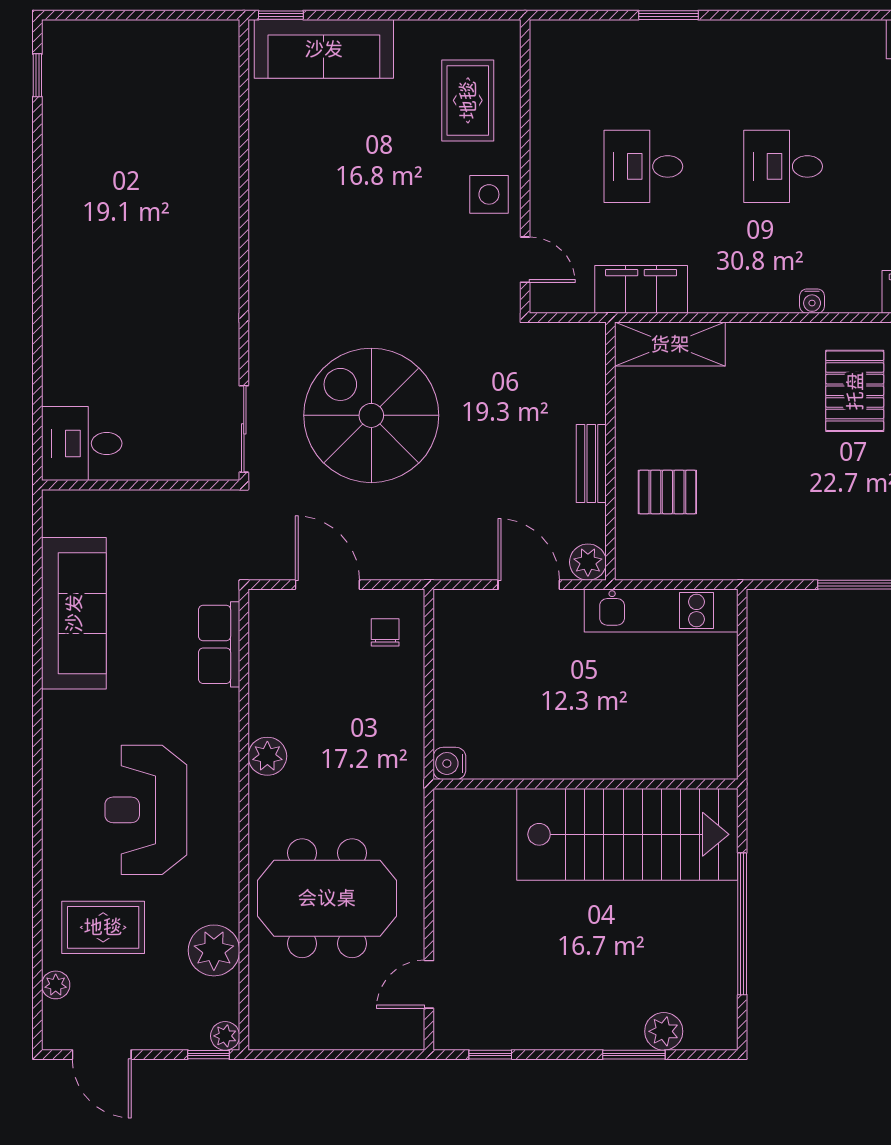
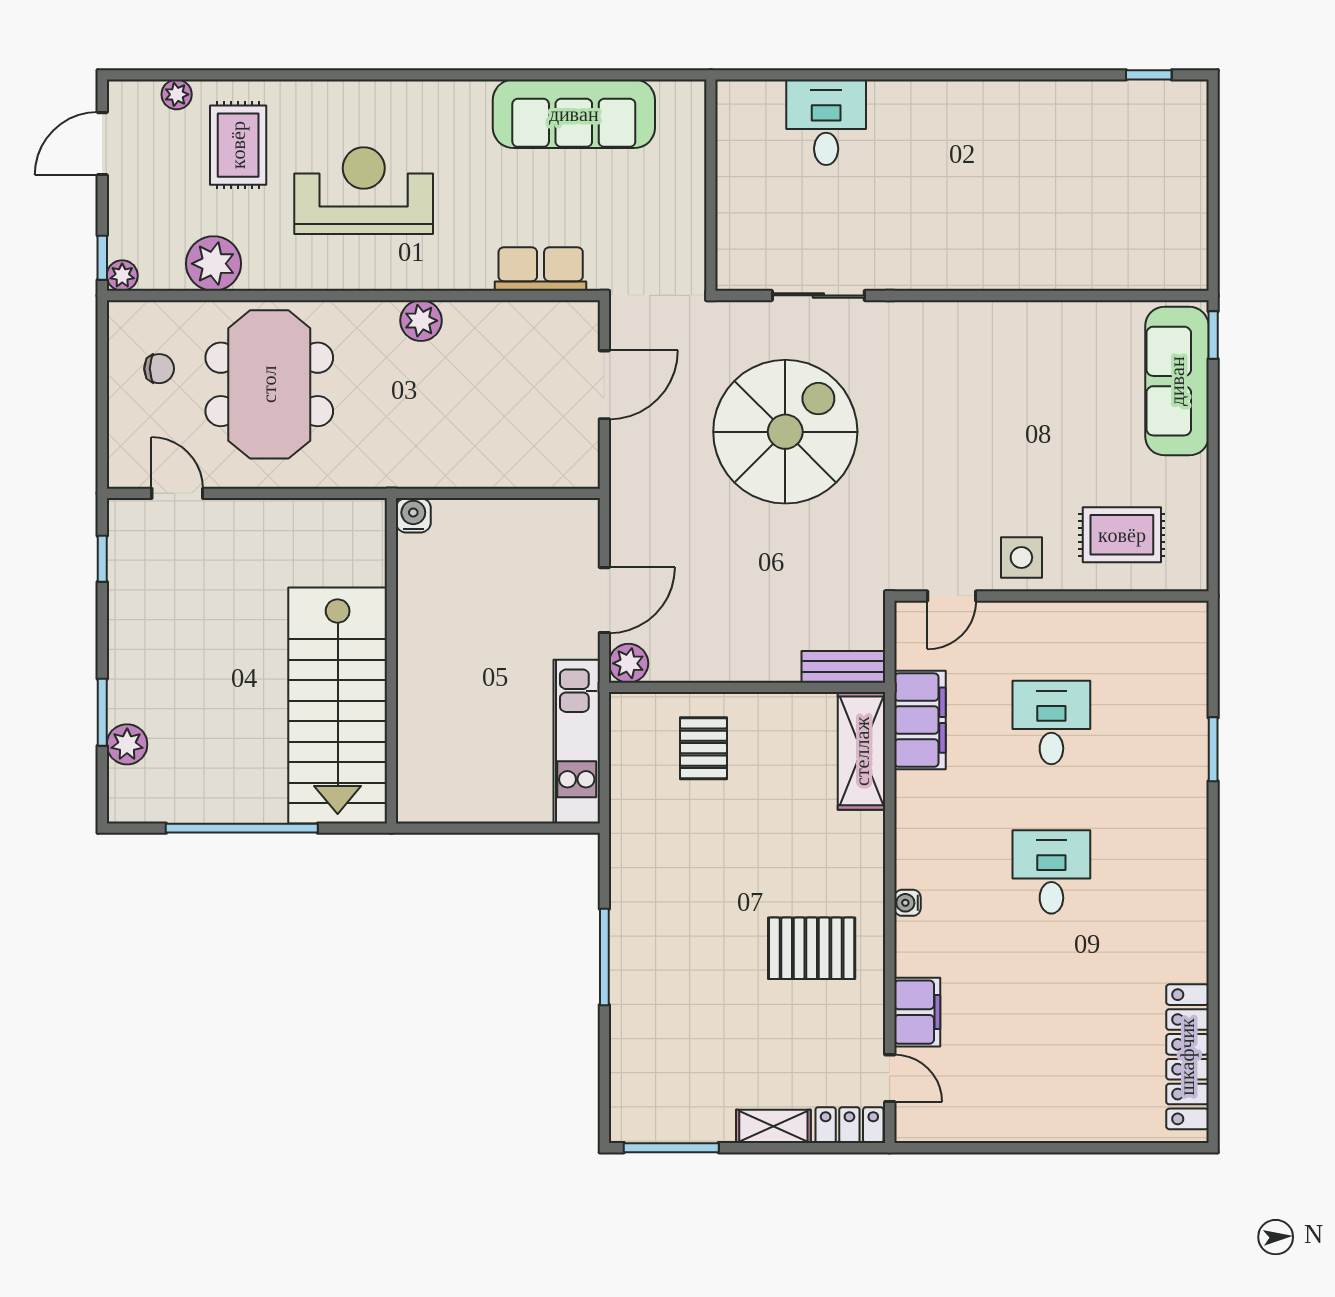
sliding door: (244, 429) -> (818, 295), moved
desk: (82, 443) -> (826, 122), moved
bench: (591, 464) -> (843, 667), moved
chair: (385, 632) -> (159, 369), moved

